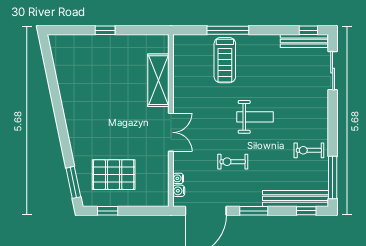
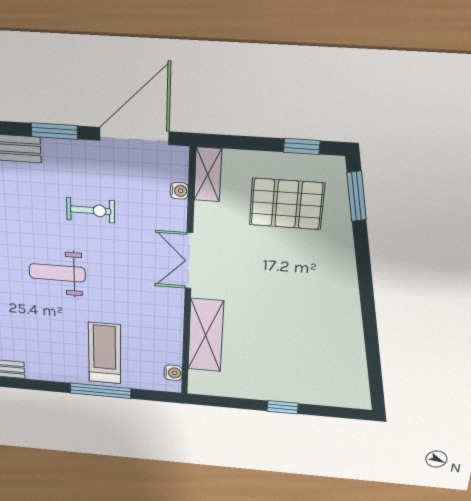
shelving: (161, 190) -> (208, 175), added
water cooler: (179, 191) -> (173, 373), moved

